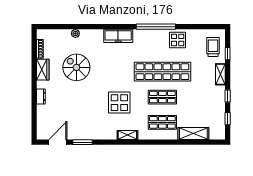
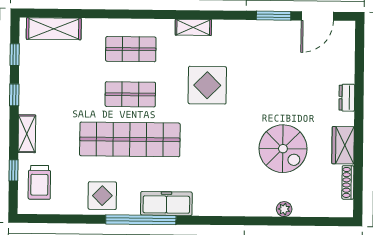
freezer: (118, 36) -> (166, 204), moved
shelving: (193, 133) -> (54, 29), moved

